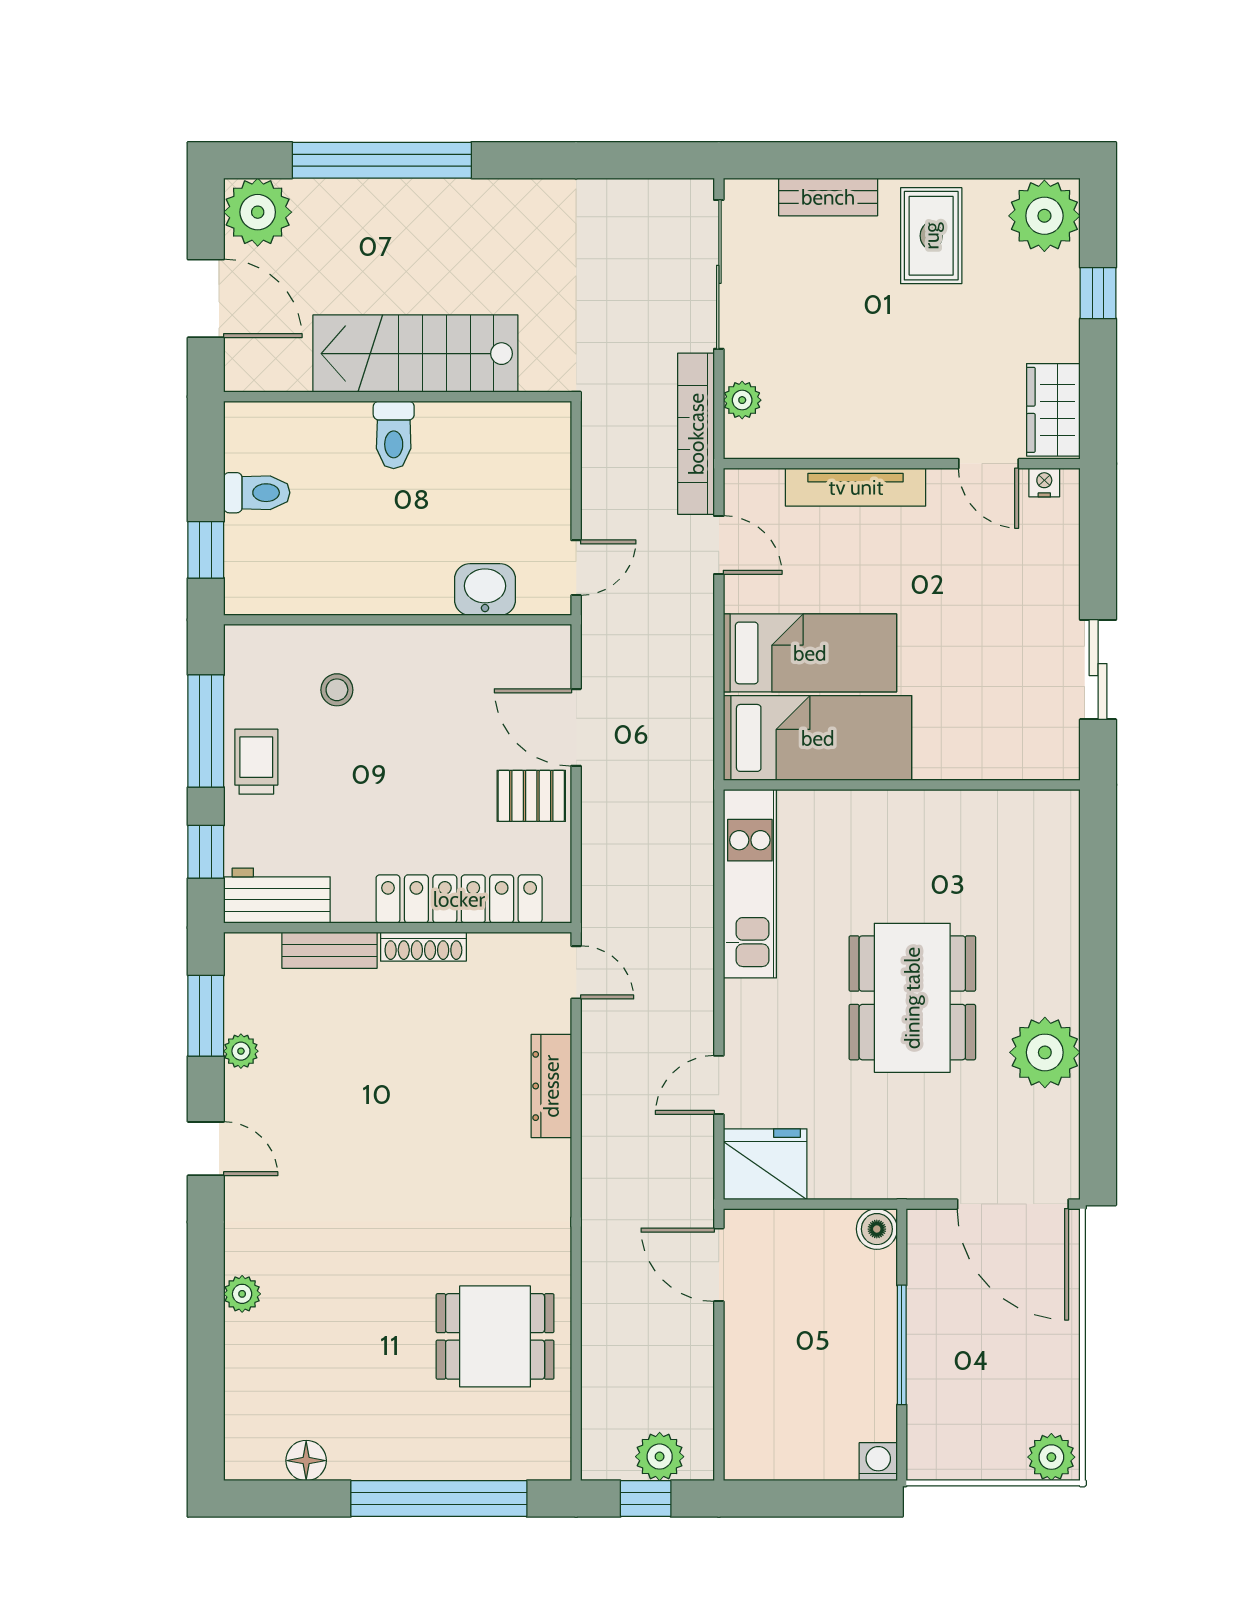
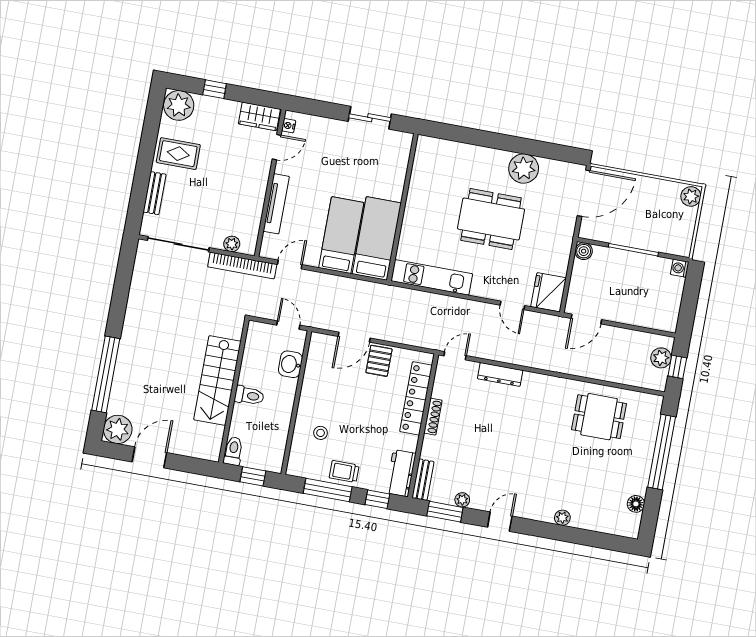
stairs: (415, 354) -> (217, 381), moved
wall: (398, 397) -> (234, 391), moved
toilet: (394, 435) -> (249, 396), moved
bench: (330, 950) -> (423, 480), moved
dining table: (495, 1336) -> (599, 417), turned 90

